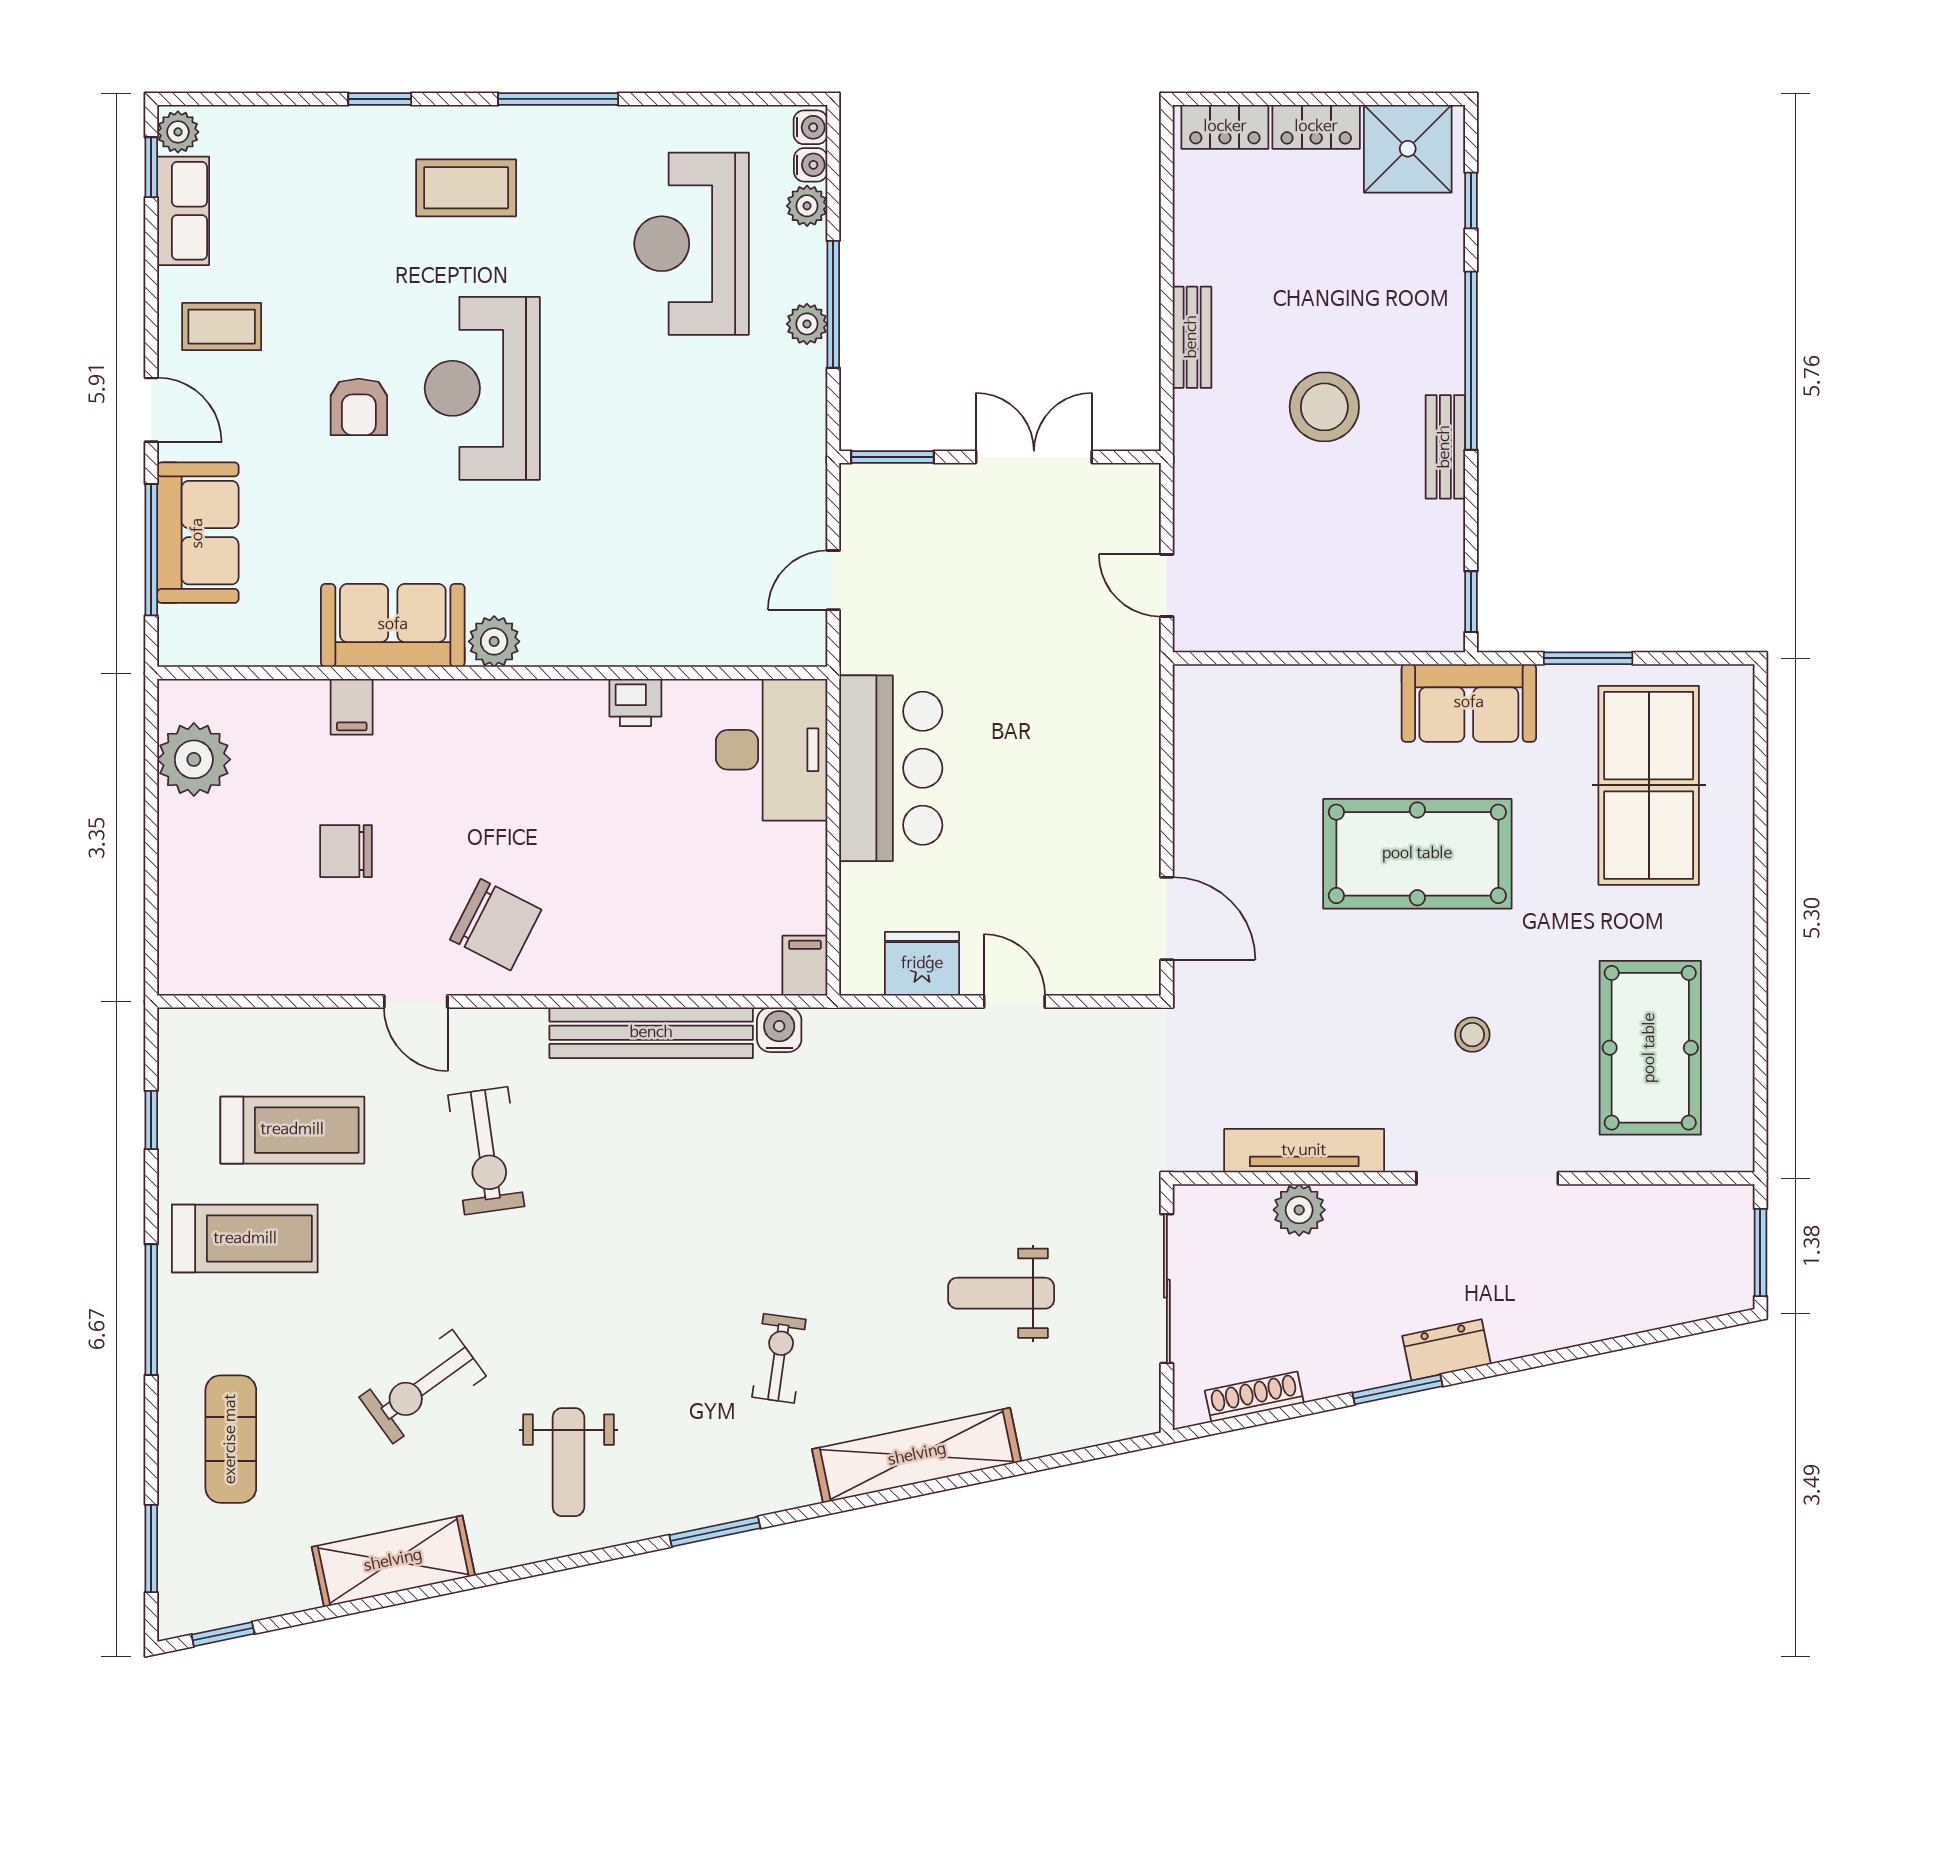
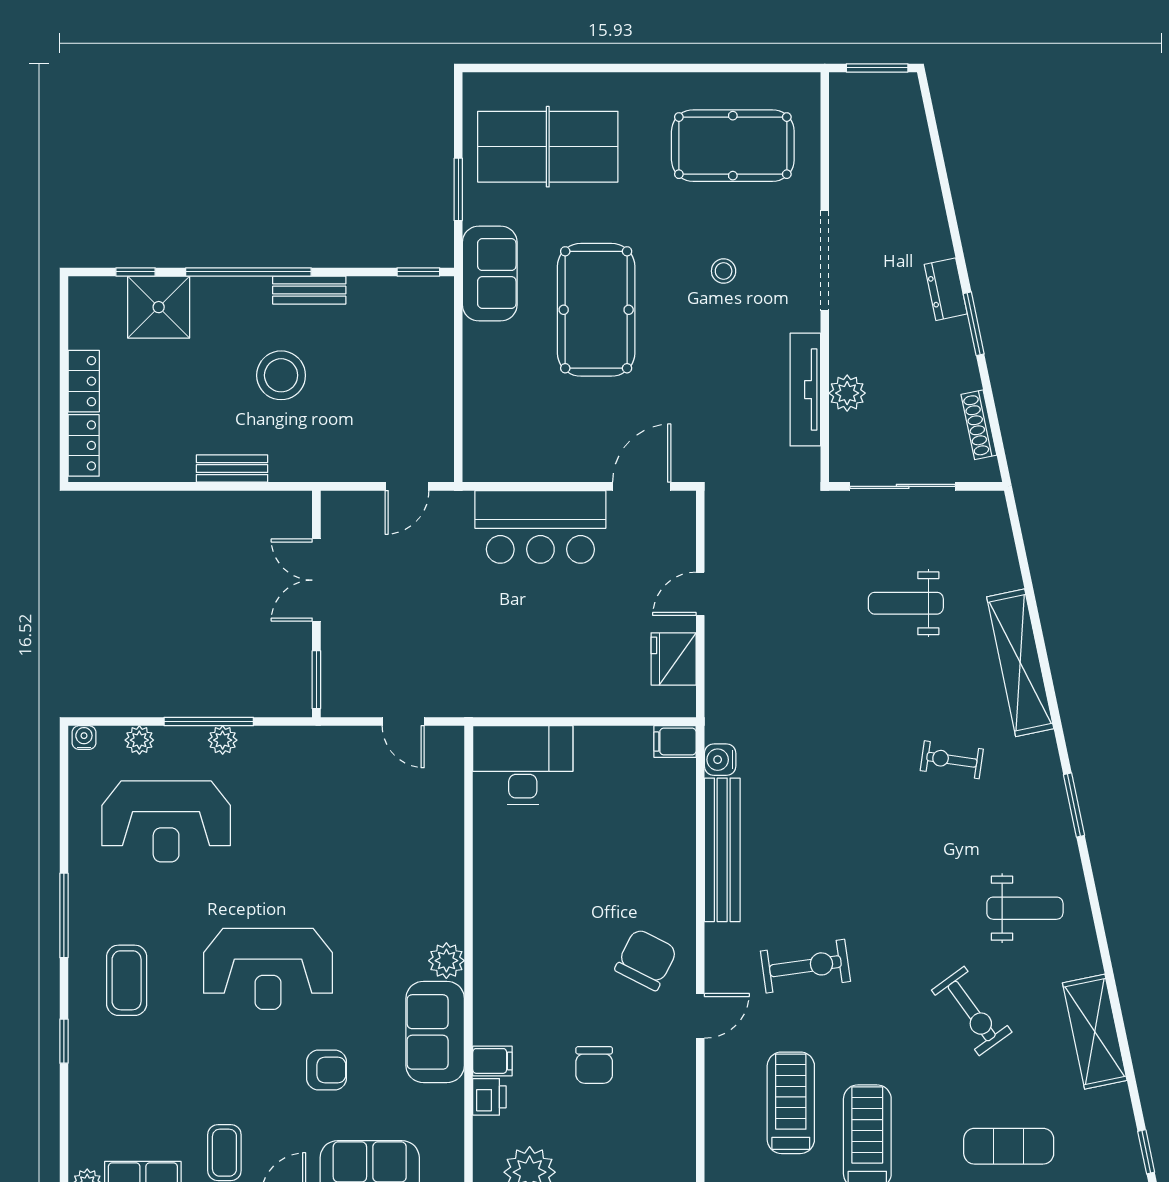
shower: (1408, 149) -> (159, 307), moved
water cooler: (811, 165) -> (110, 737), removed
armchair: (359, 407) -> (327, 1070), moved
printer: (635, 702) -> (489, 1097), moved
bar counter: (891, 768) -> (540, 527), moved, turned 180
weight bench: (1001, 1293) -> (906, 603), turned 90

